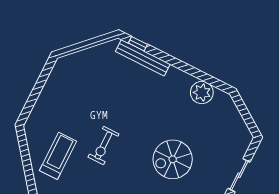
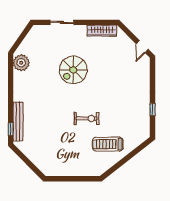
plant: (202, 92) -> (21, 63), moved
spiral stairs: (173, 159) -> (73, 70), turned 90

